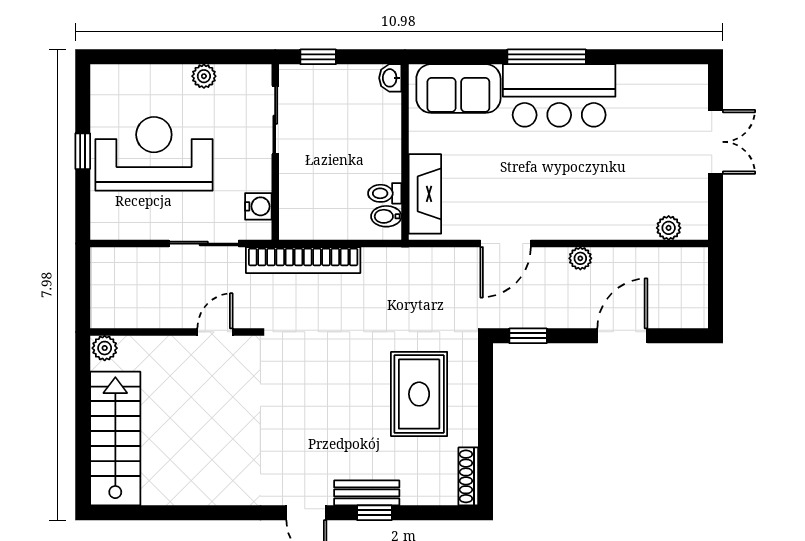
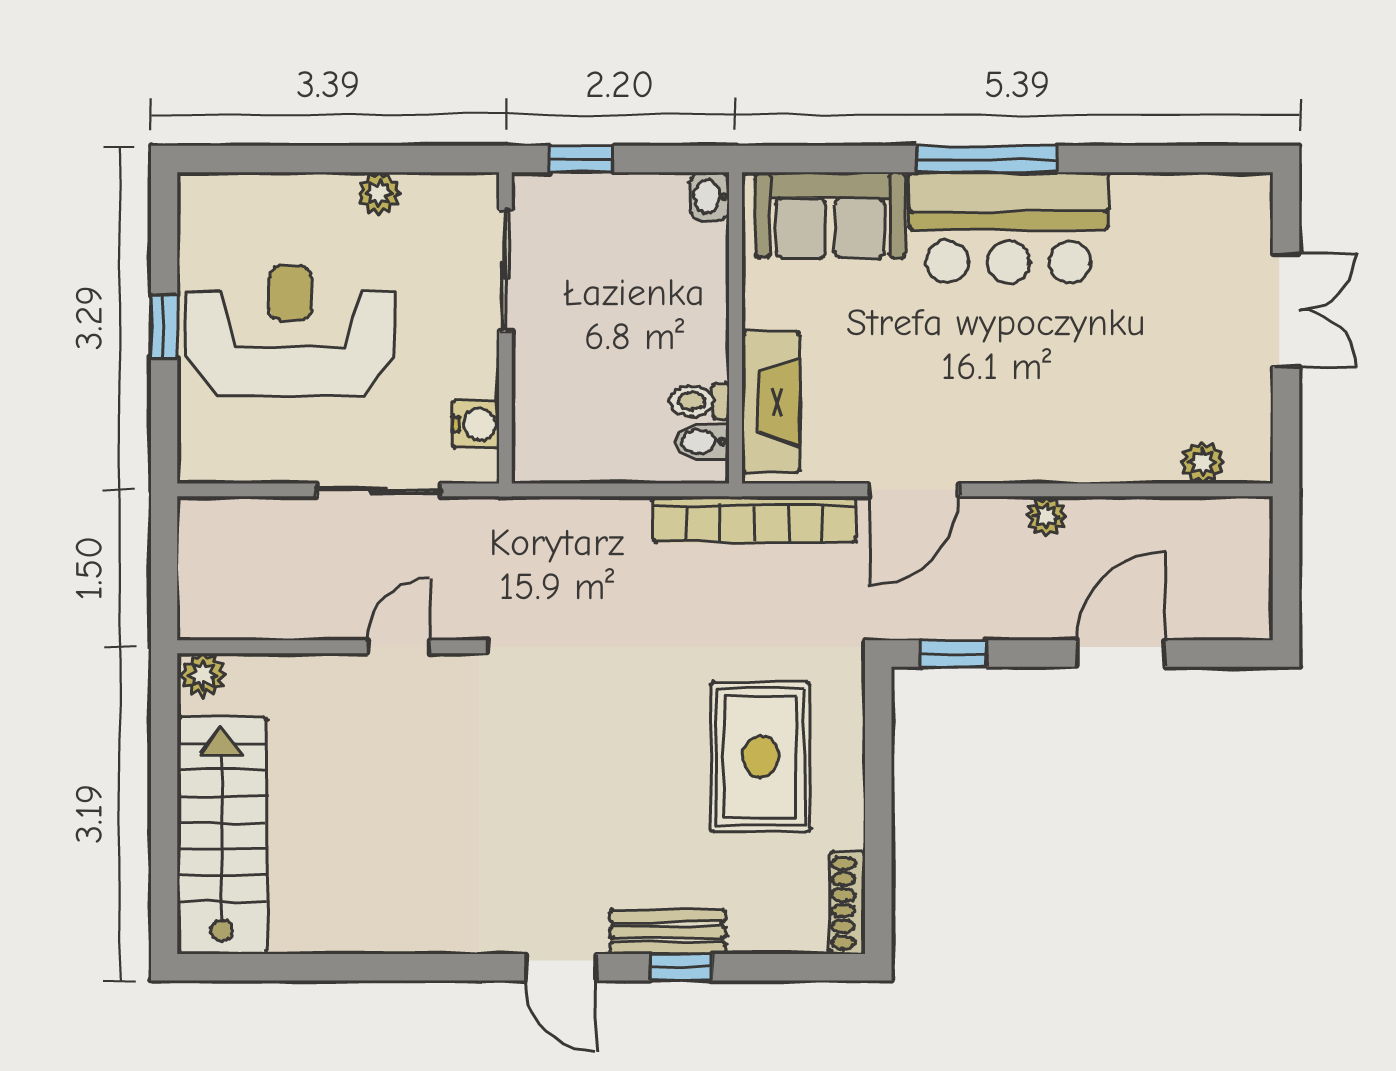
bookcase: (303, 260) -> (755, 519), moved

